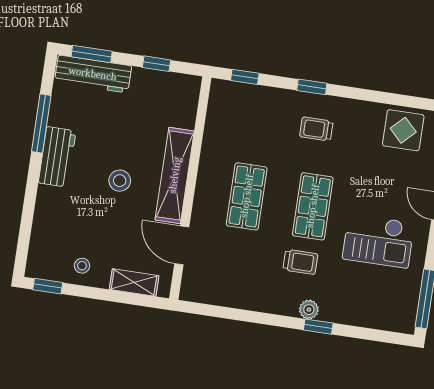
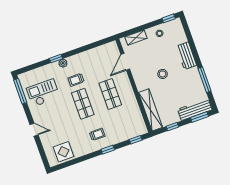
workbench: (57, 157) -> (186, 56), moved
shelving: (175, 175) -> (150, 110), moved
checkout: (378, 241) -> (43, 93), moved
door: (182, 245) -> (125, 62), swing flipped

